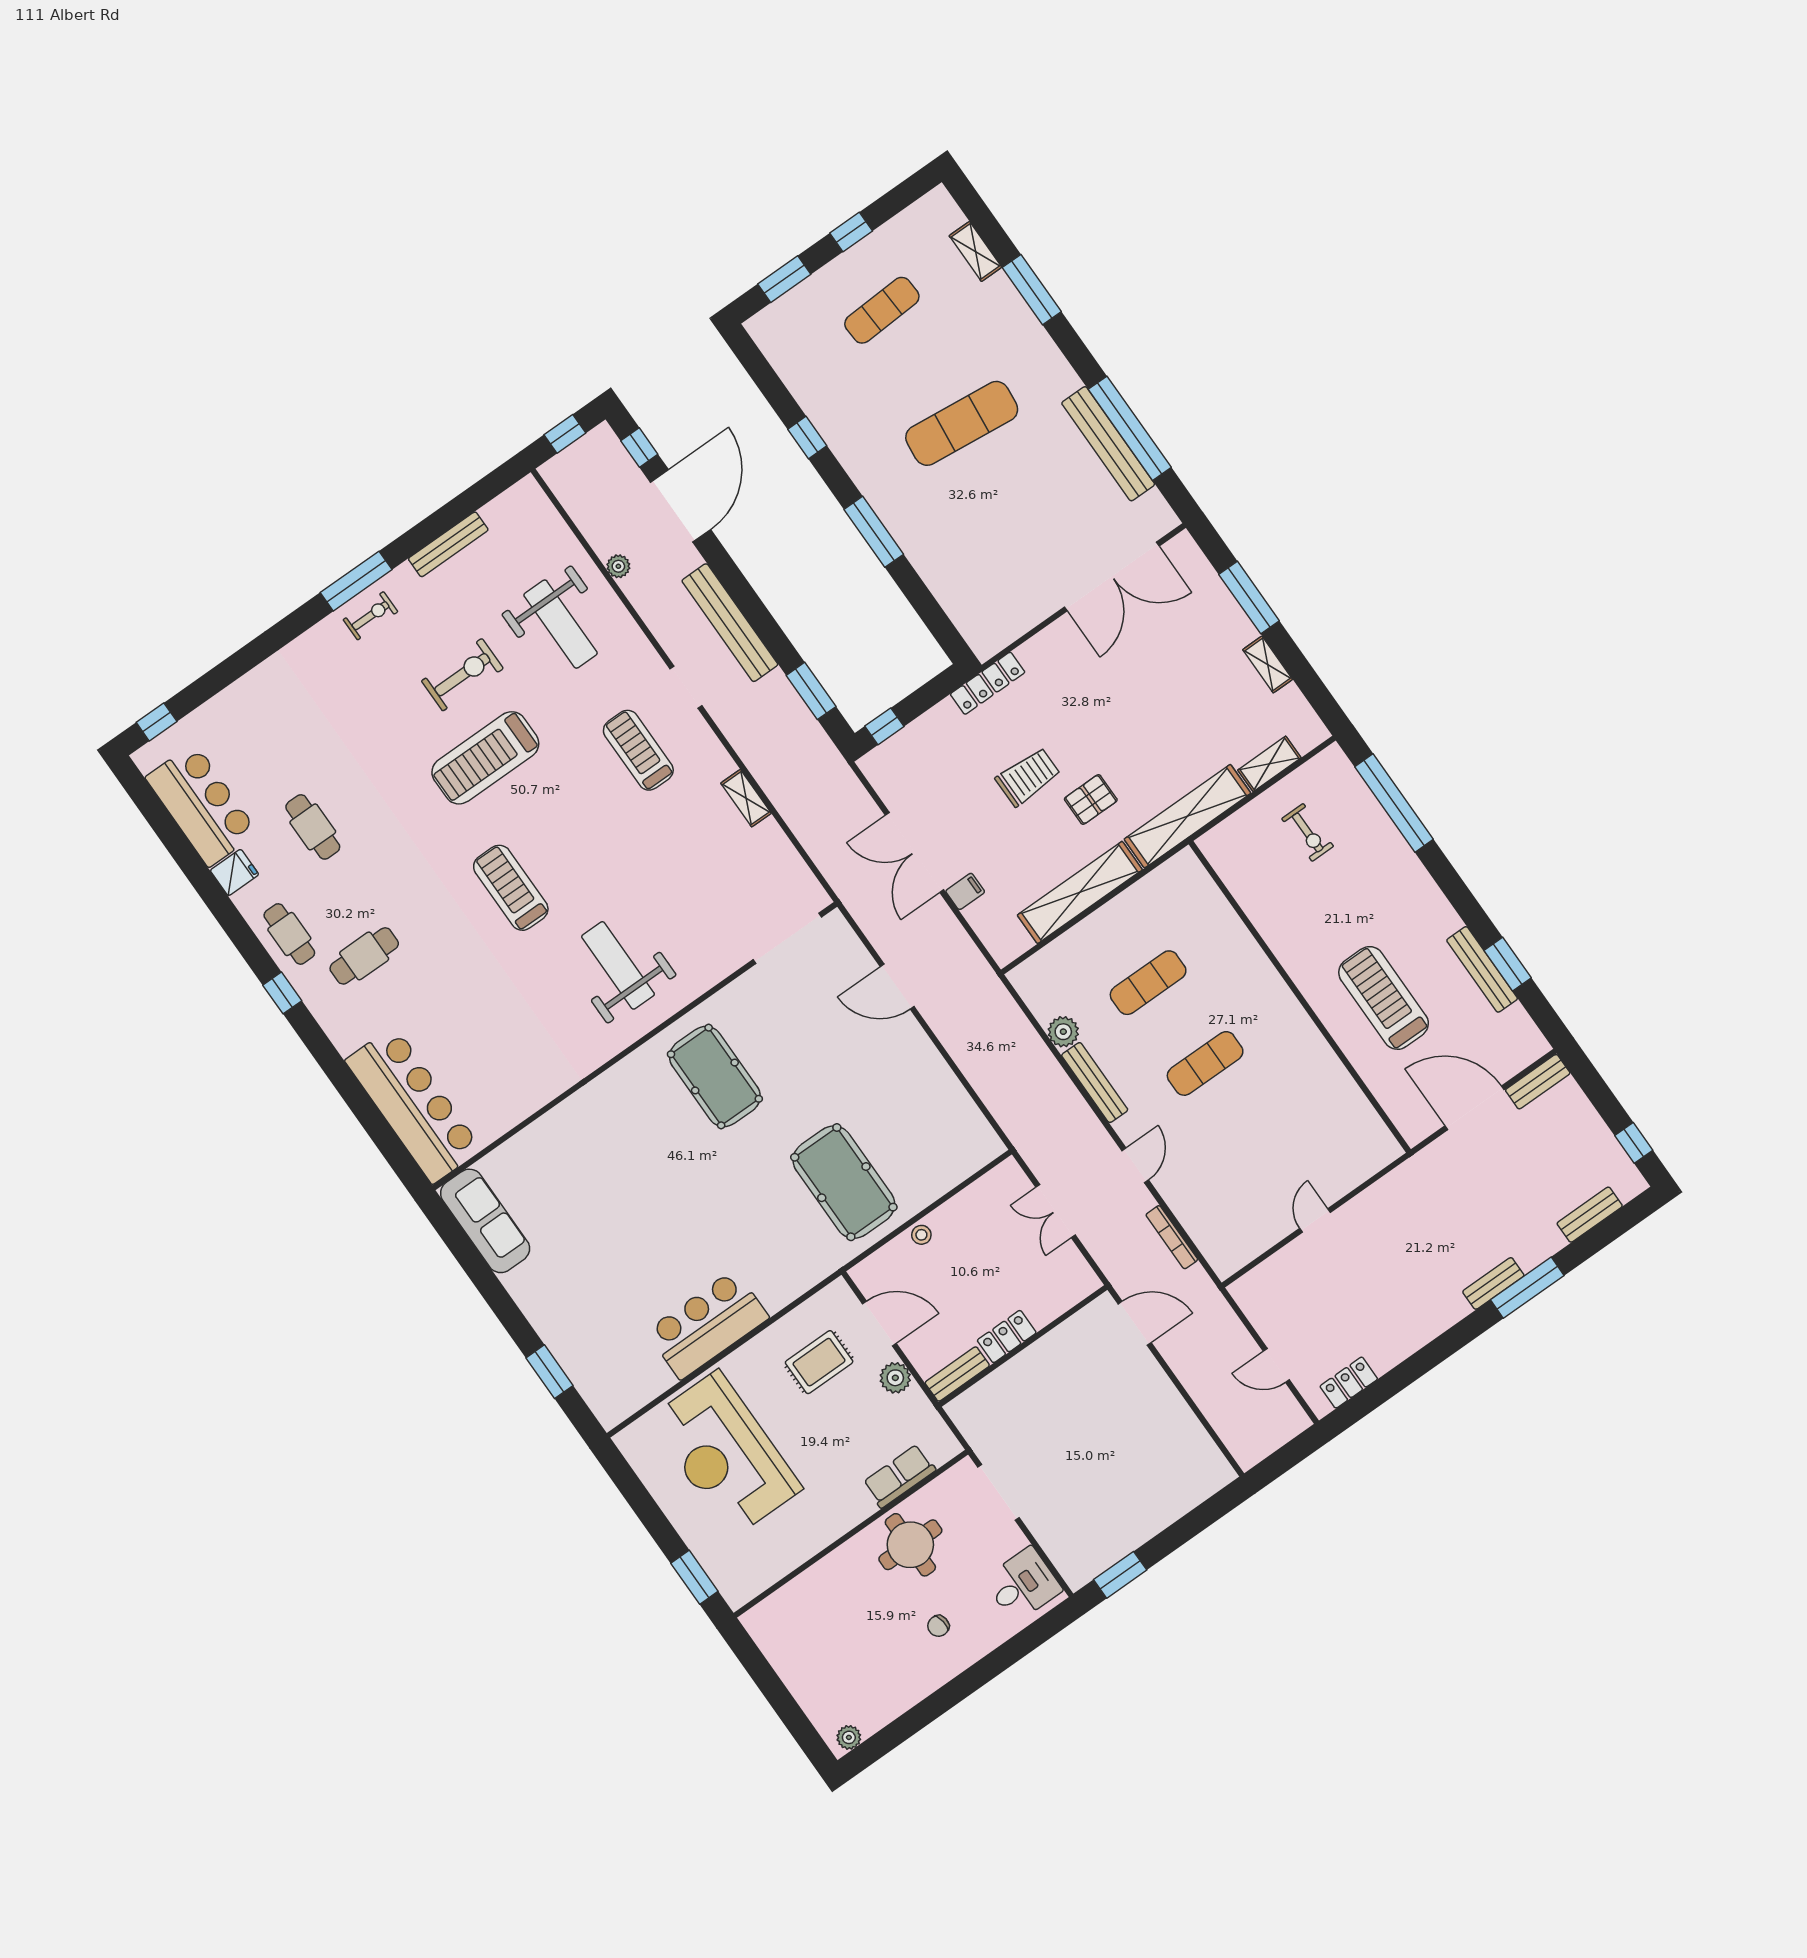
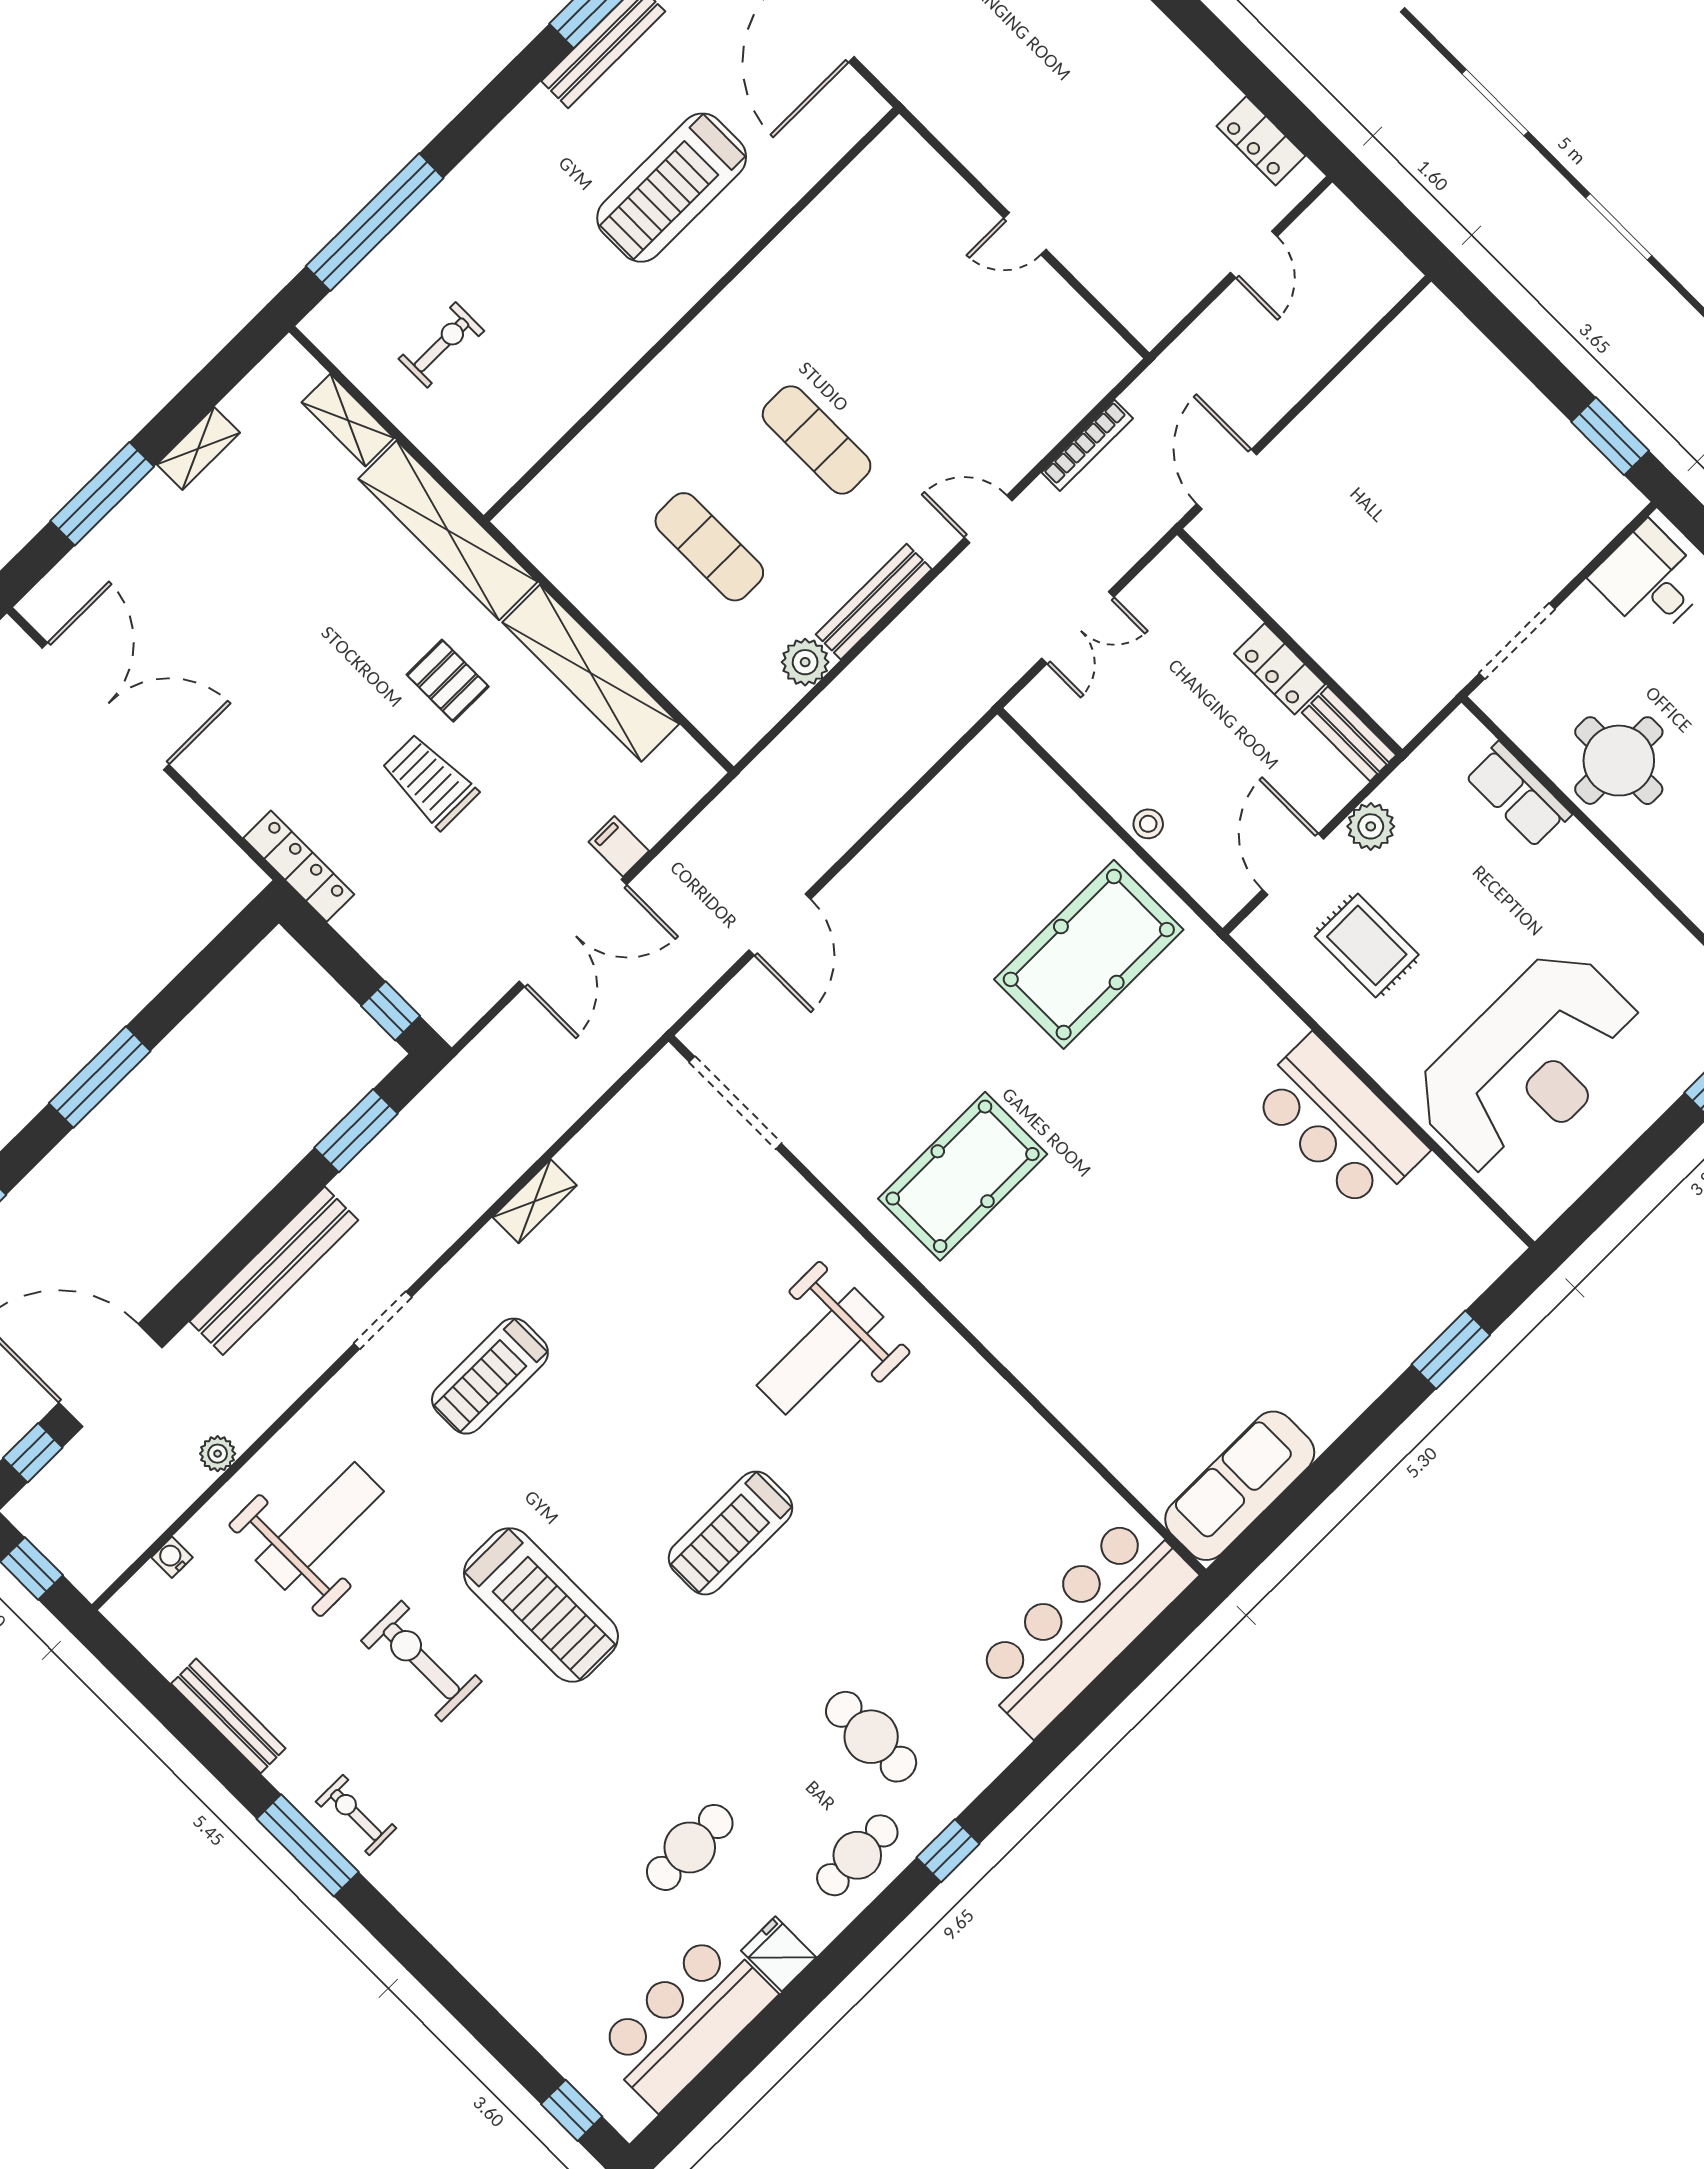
water cooler: (557, 525) -> (172, 1557), added

